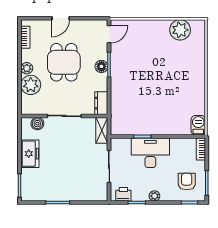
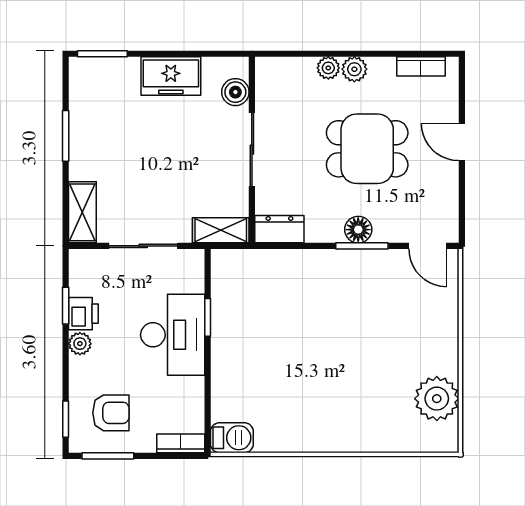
plant: (31, 85) -> (328, 68), width x0.53, depth x0.53
printer: (123, 194) -> (83, 314), moved
shelving: (93, 195) -> (82, 212), added

